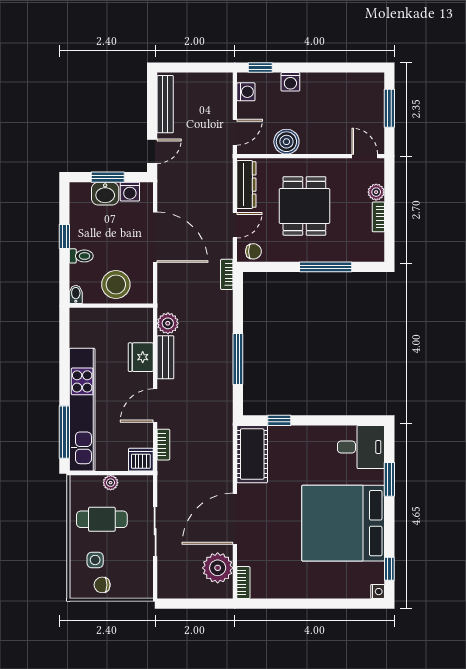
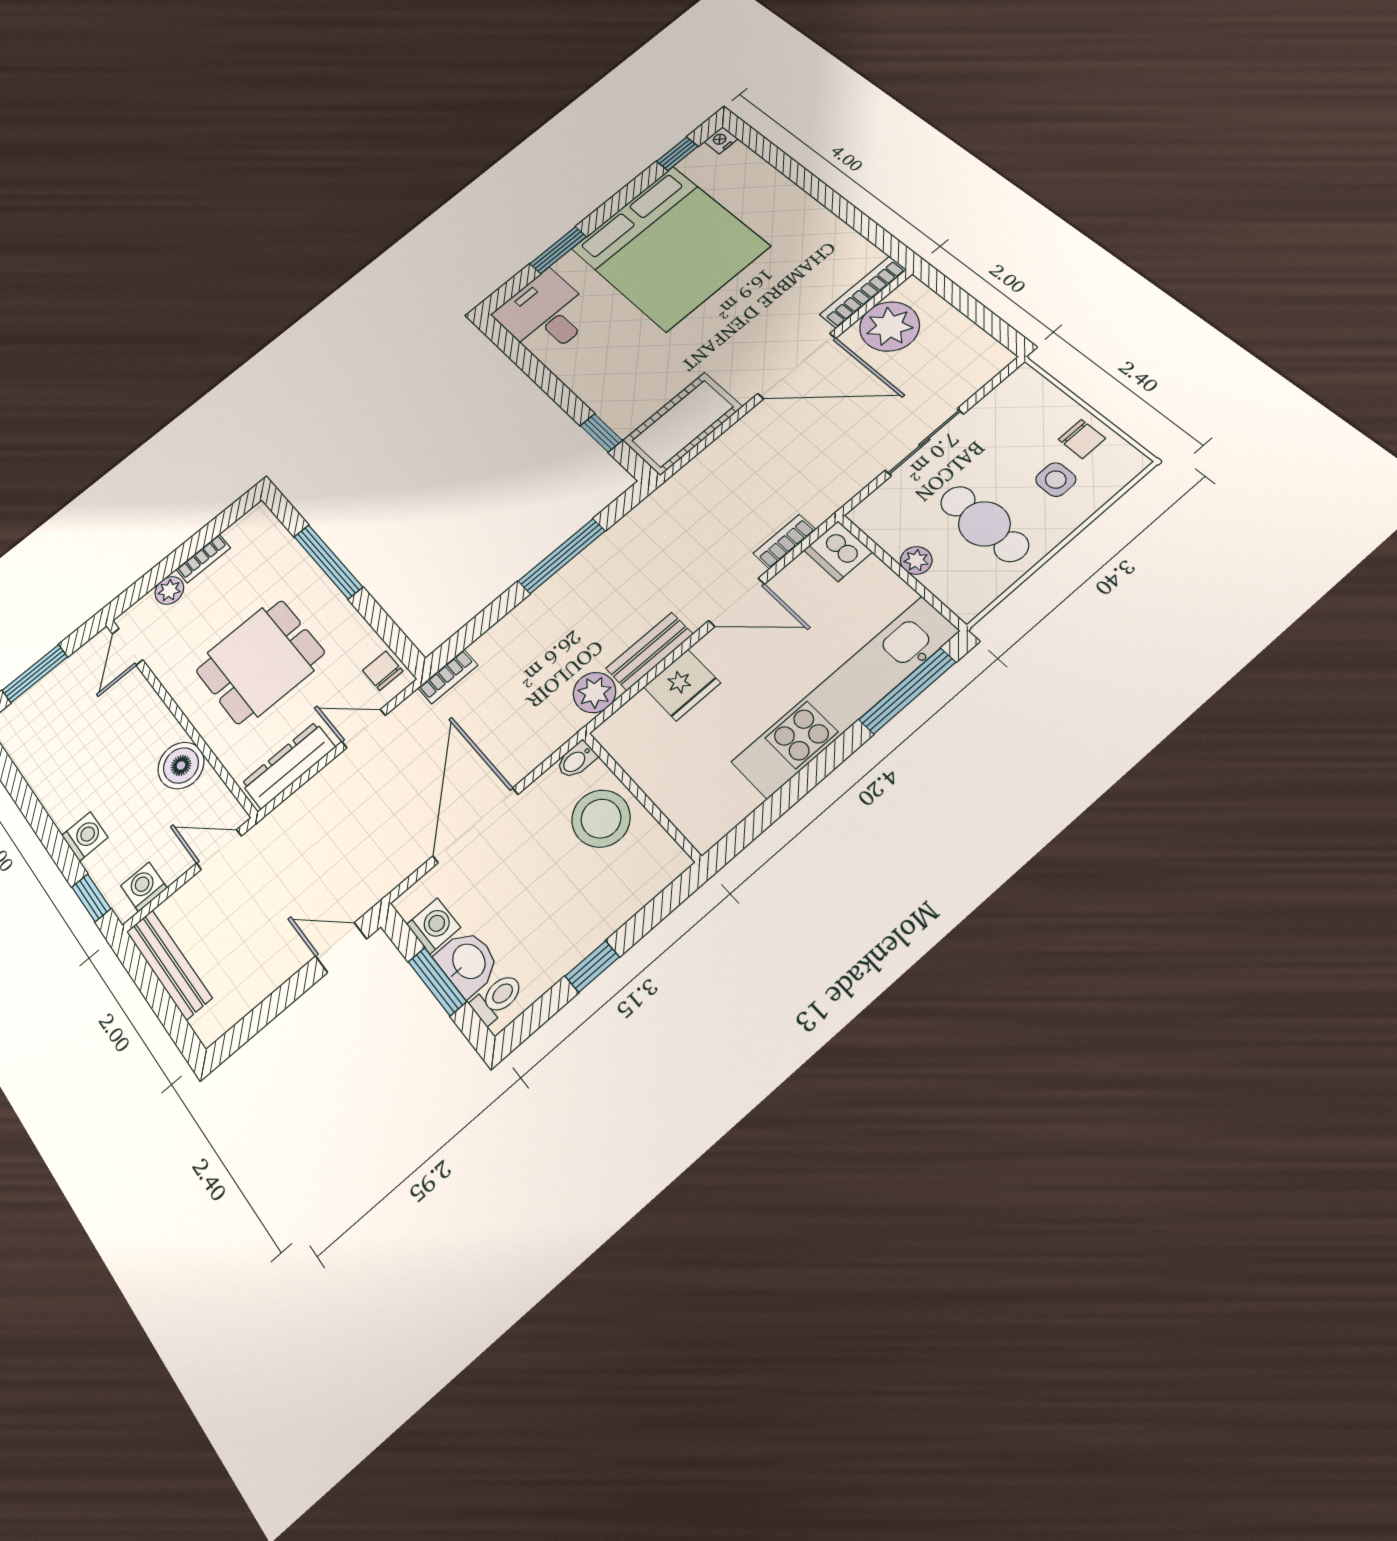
bench: (165, 104) -> (169, 964), moved, turned 90
toilet: (81, 256) -> (497, 998), moved, turned 90
bidet: (76, 294) -> (576, 760), moved
bookcase: (243, 583) -> (863, 292), width x1.56

